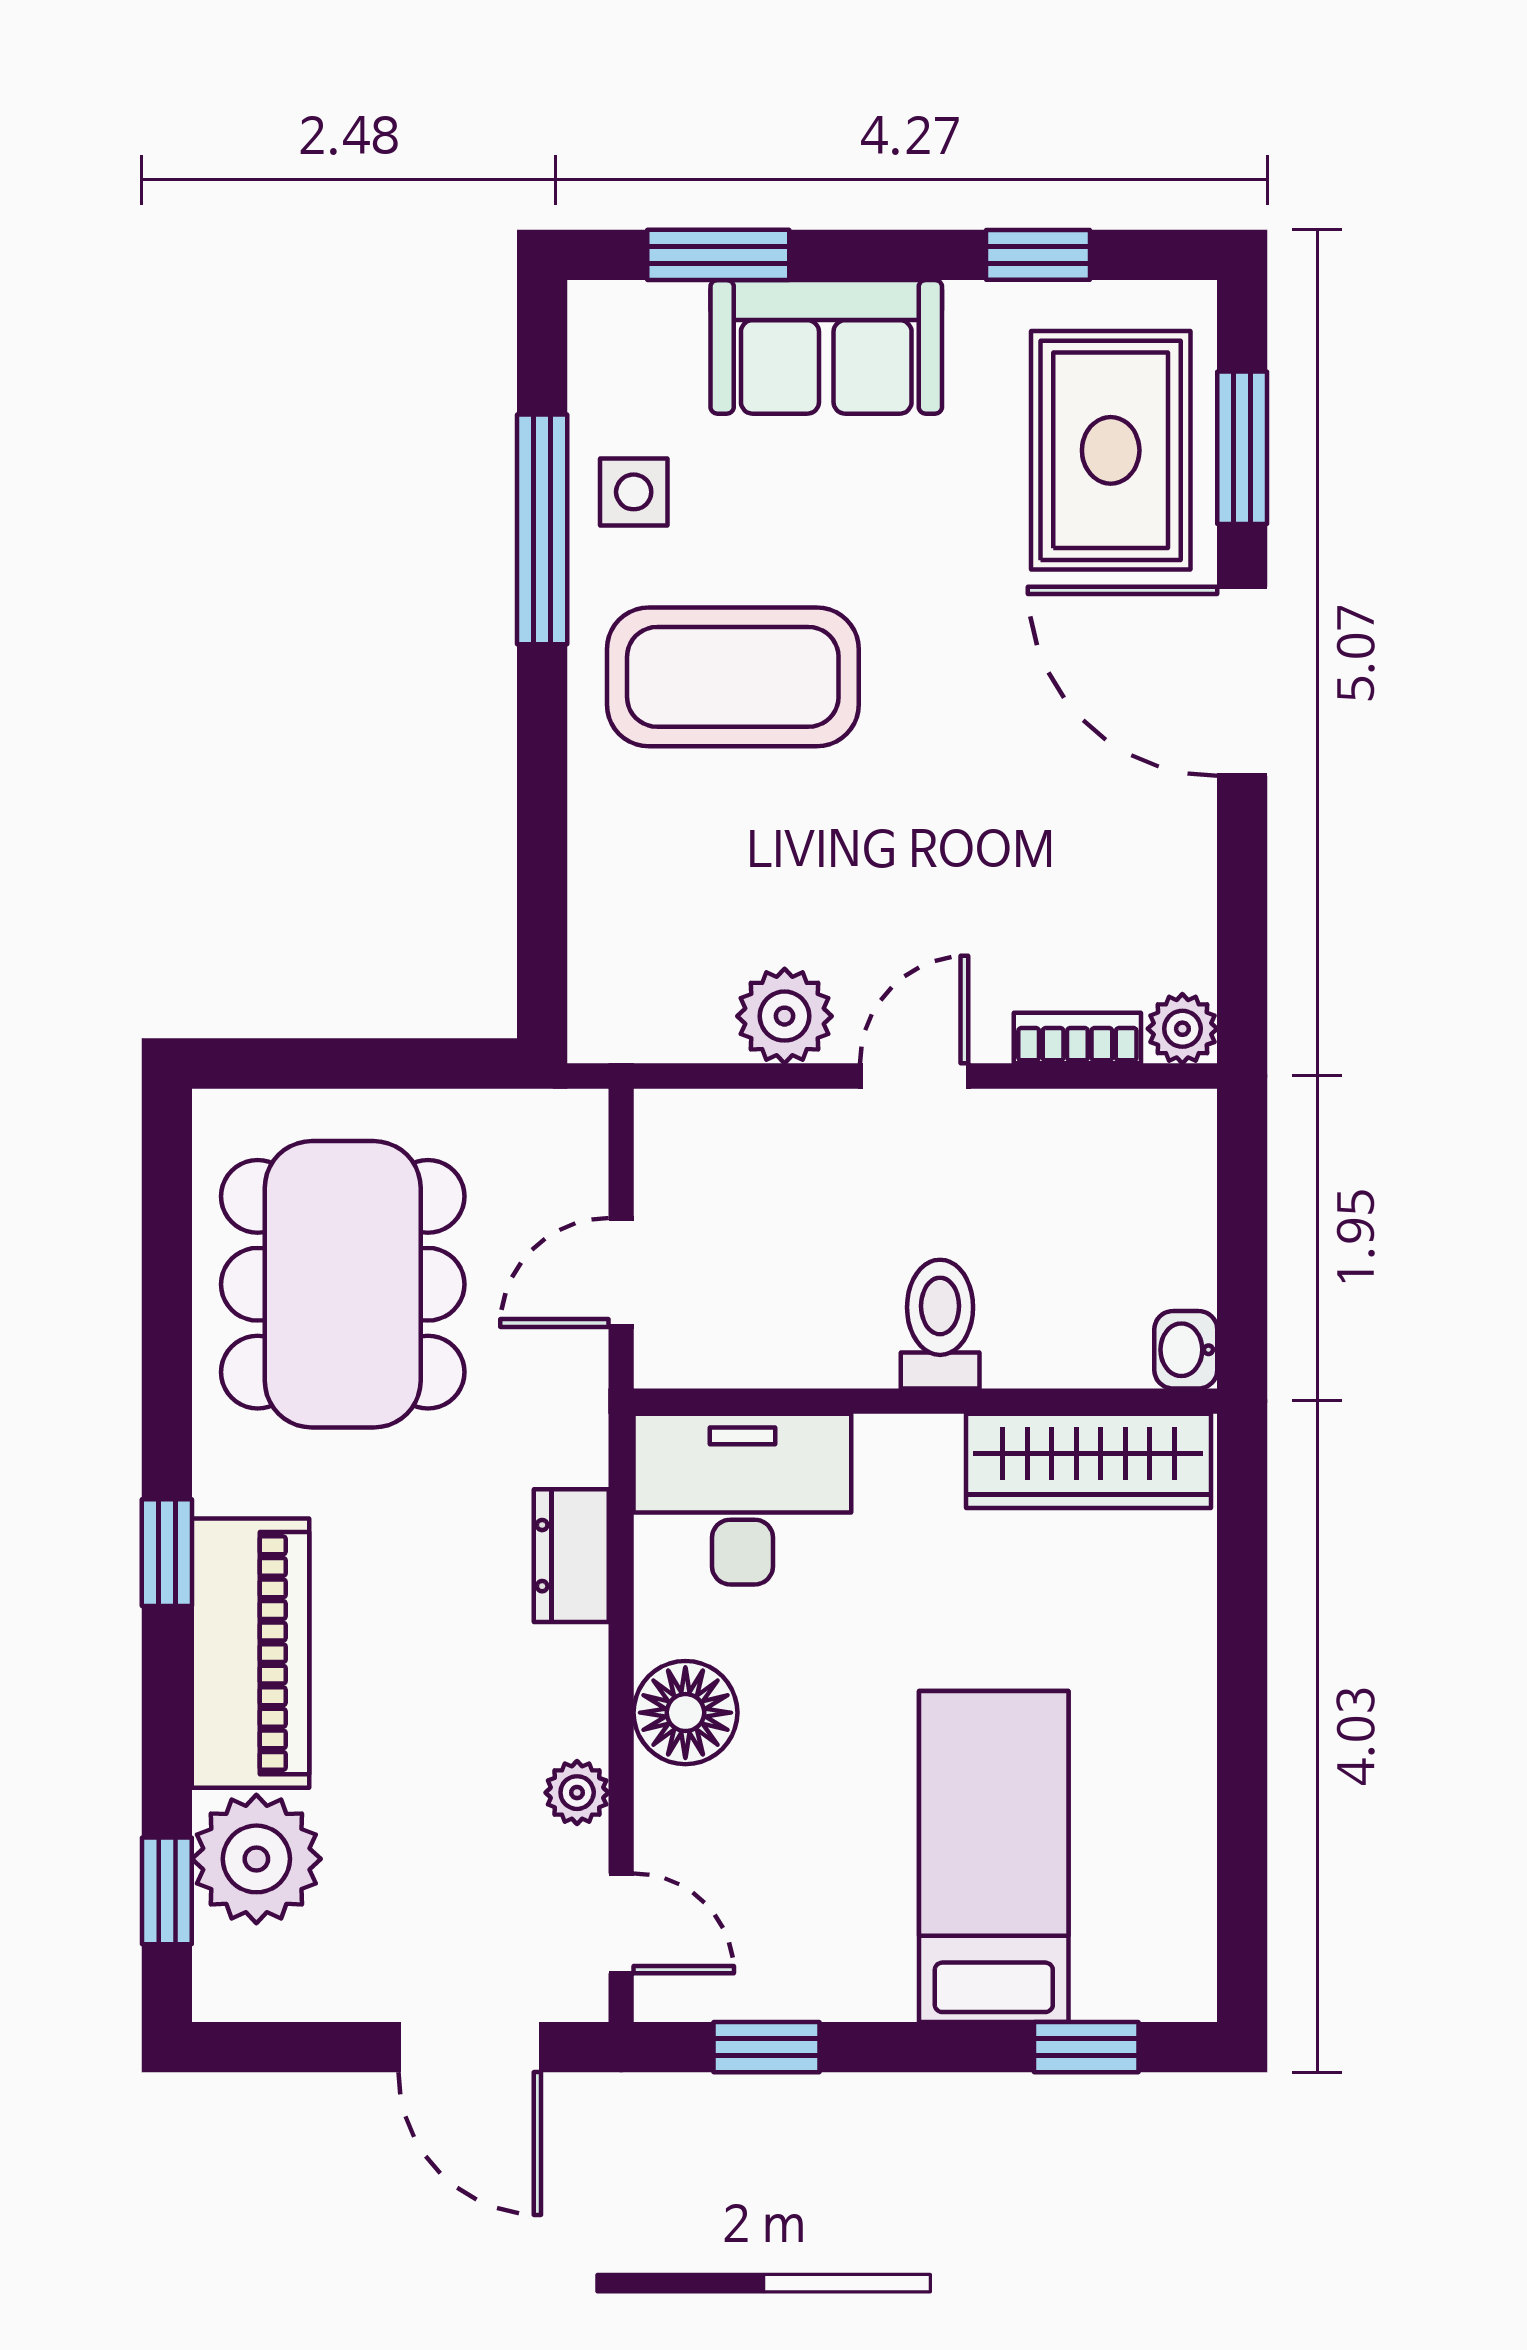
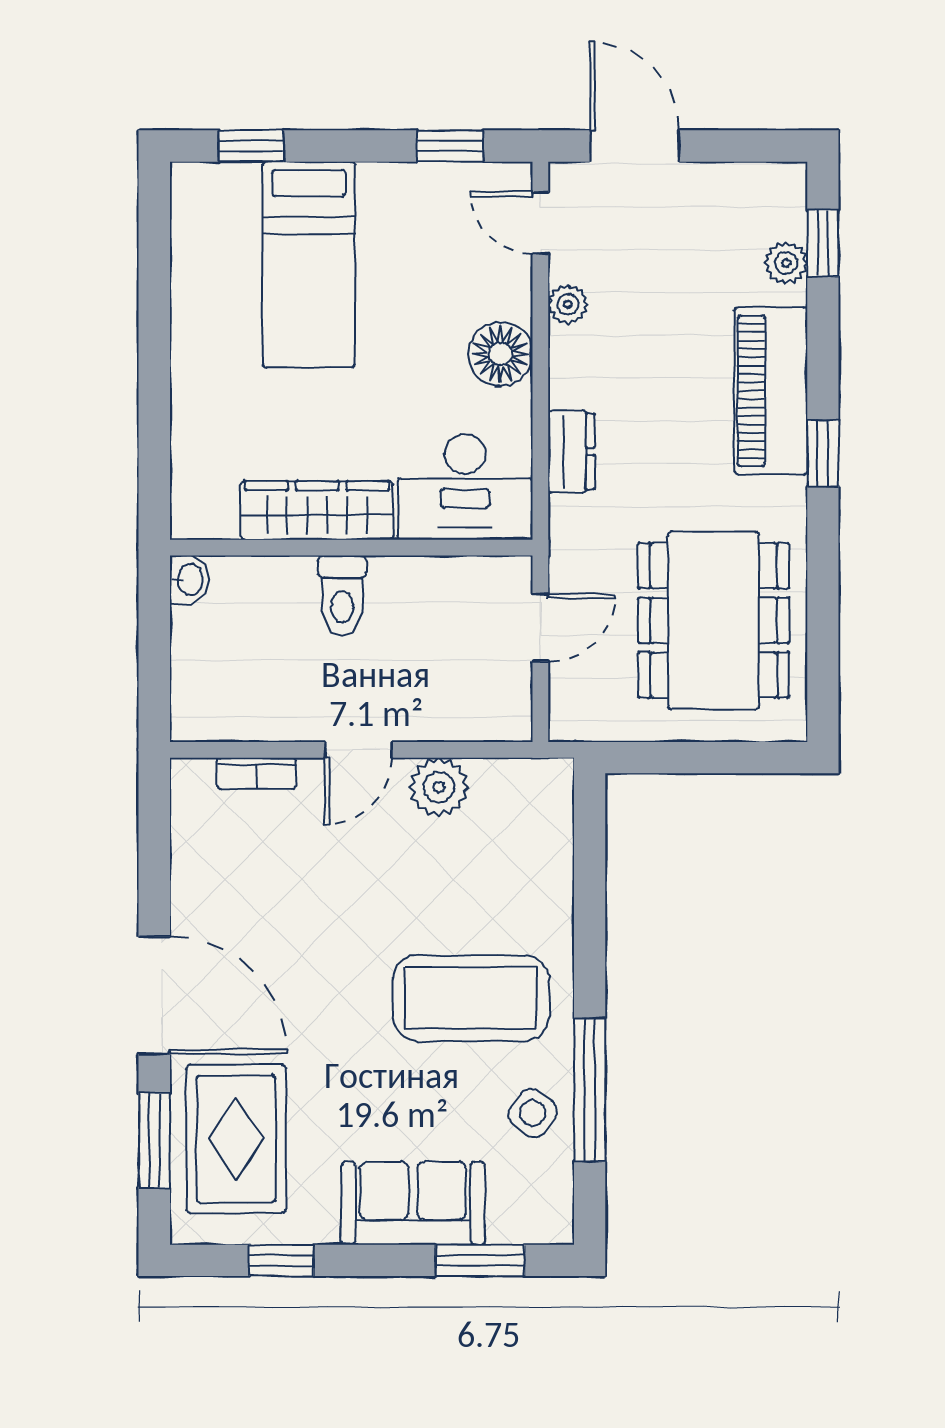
side table: (634, 492) -> (533, 1113), turned 36
plant: (1182, 1029) -> (191, 779), removed
wardrobe: (1088, 1461) -> (317, 510), moved
plant: (256, 1859) -> (786, 263), width x0.53, depth x0.53

